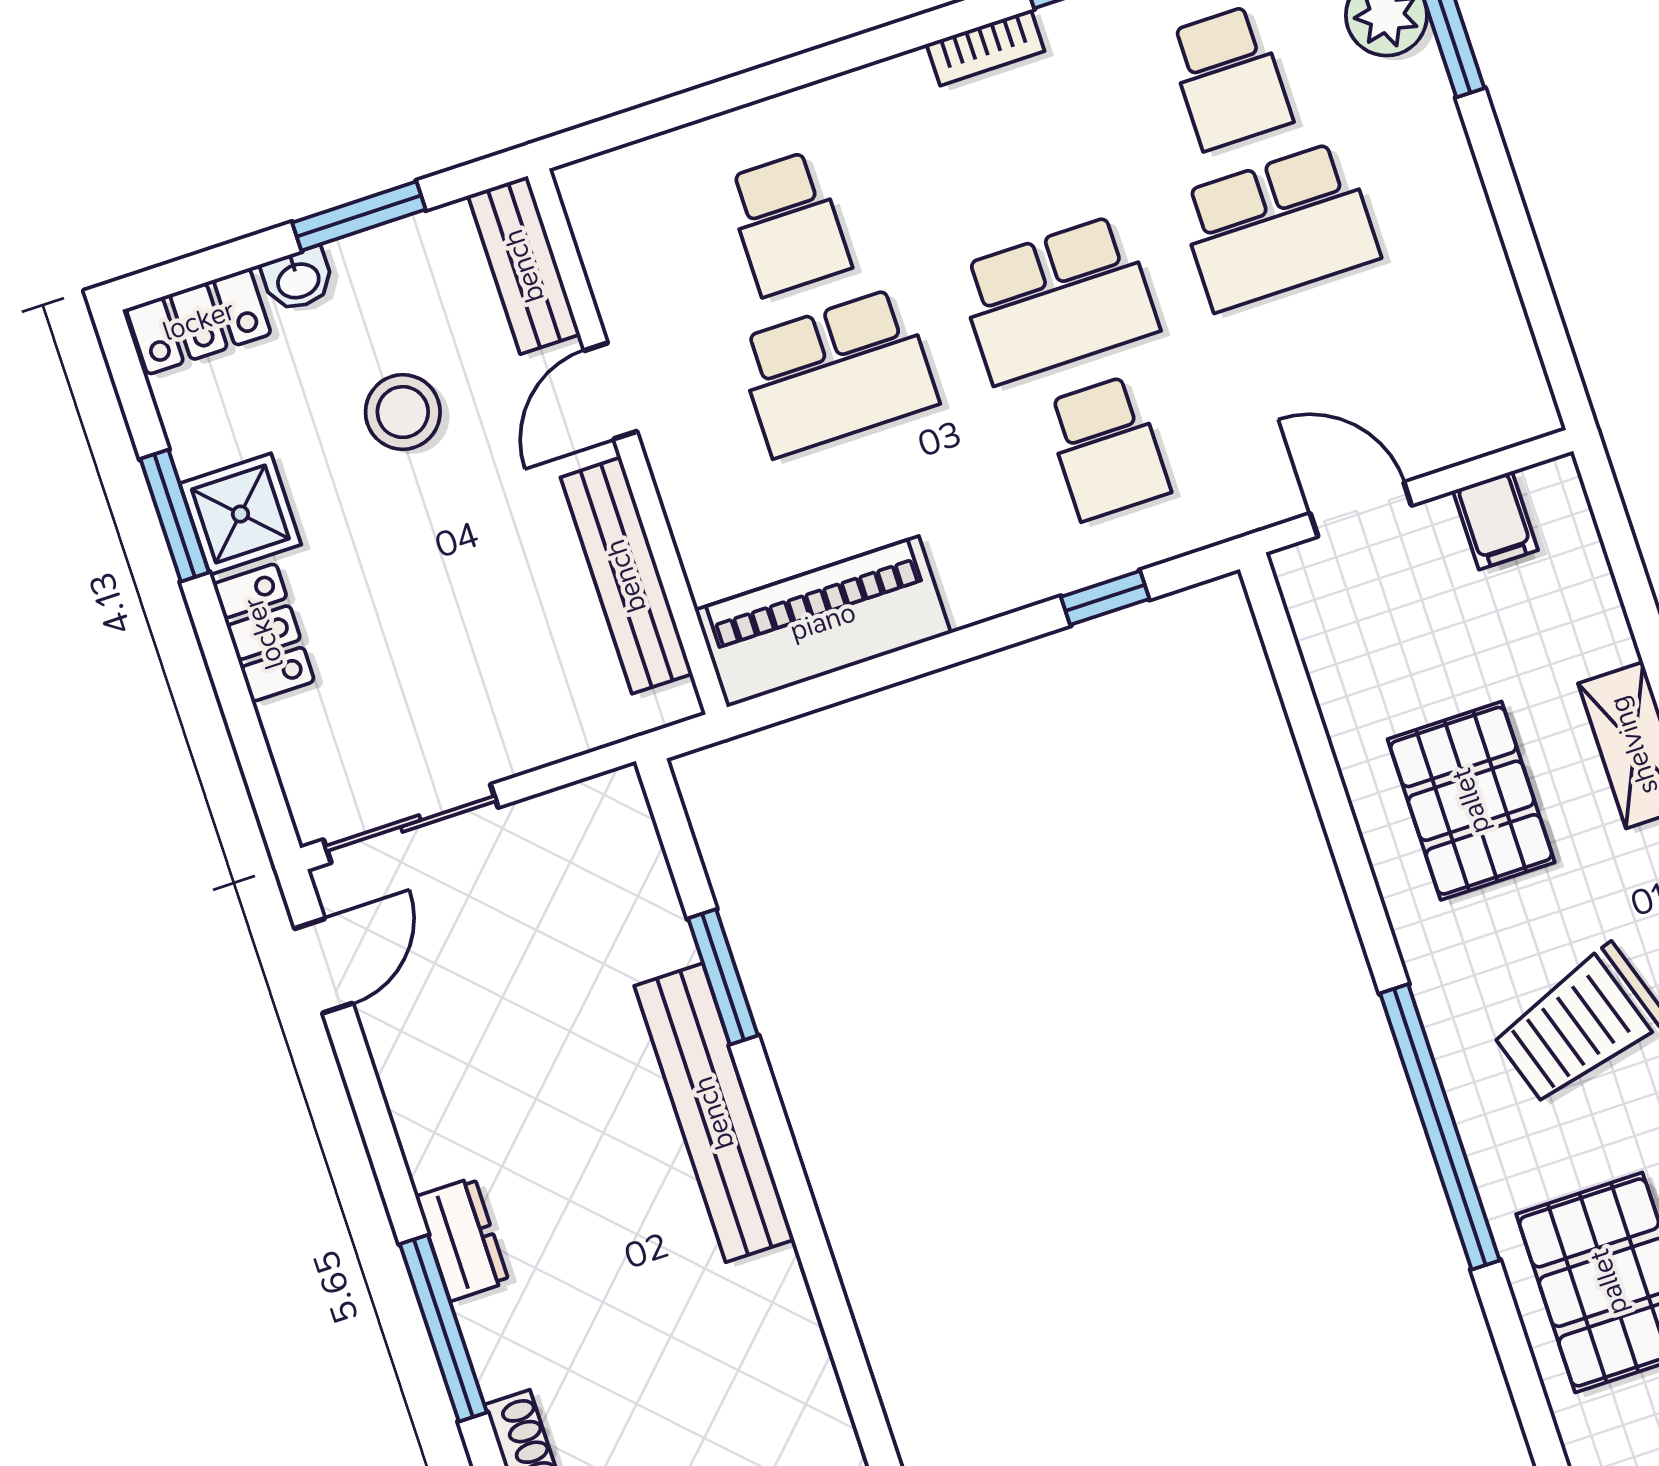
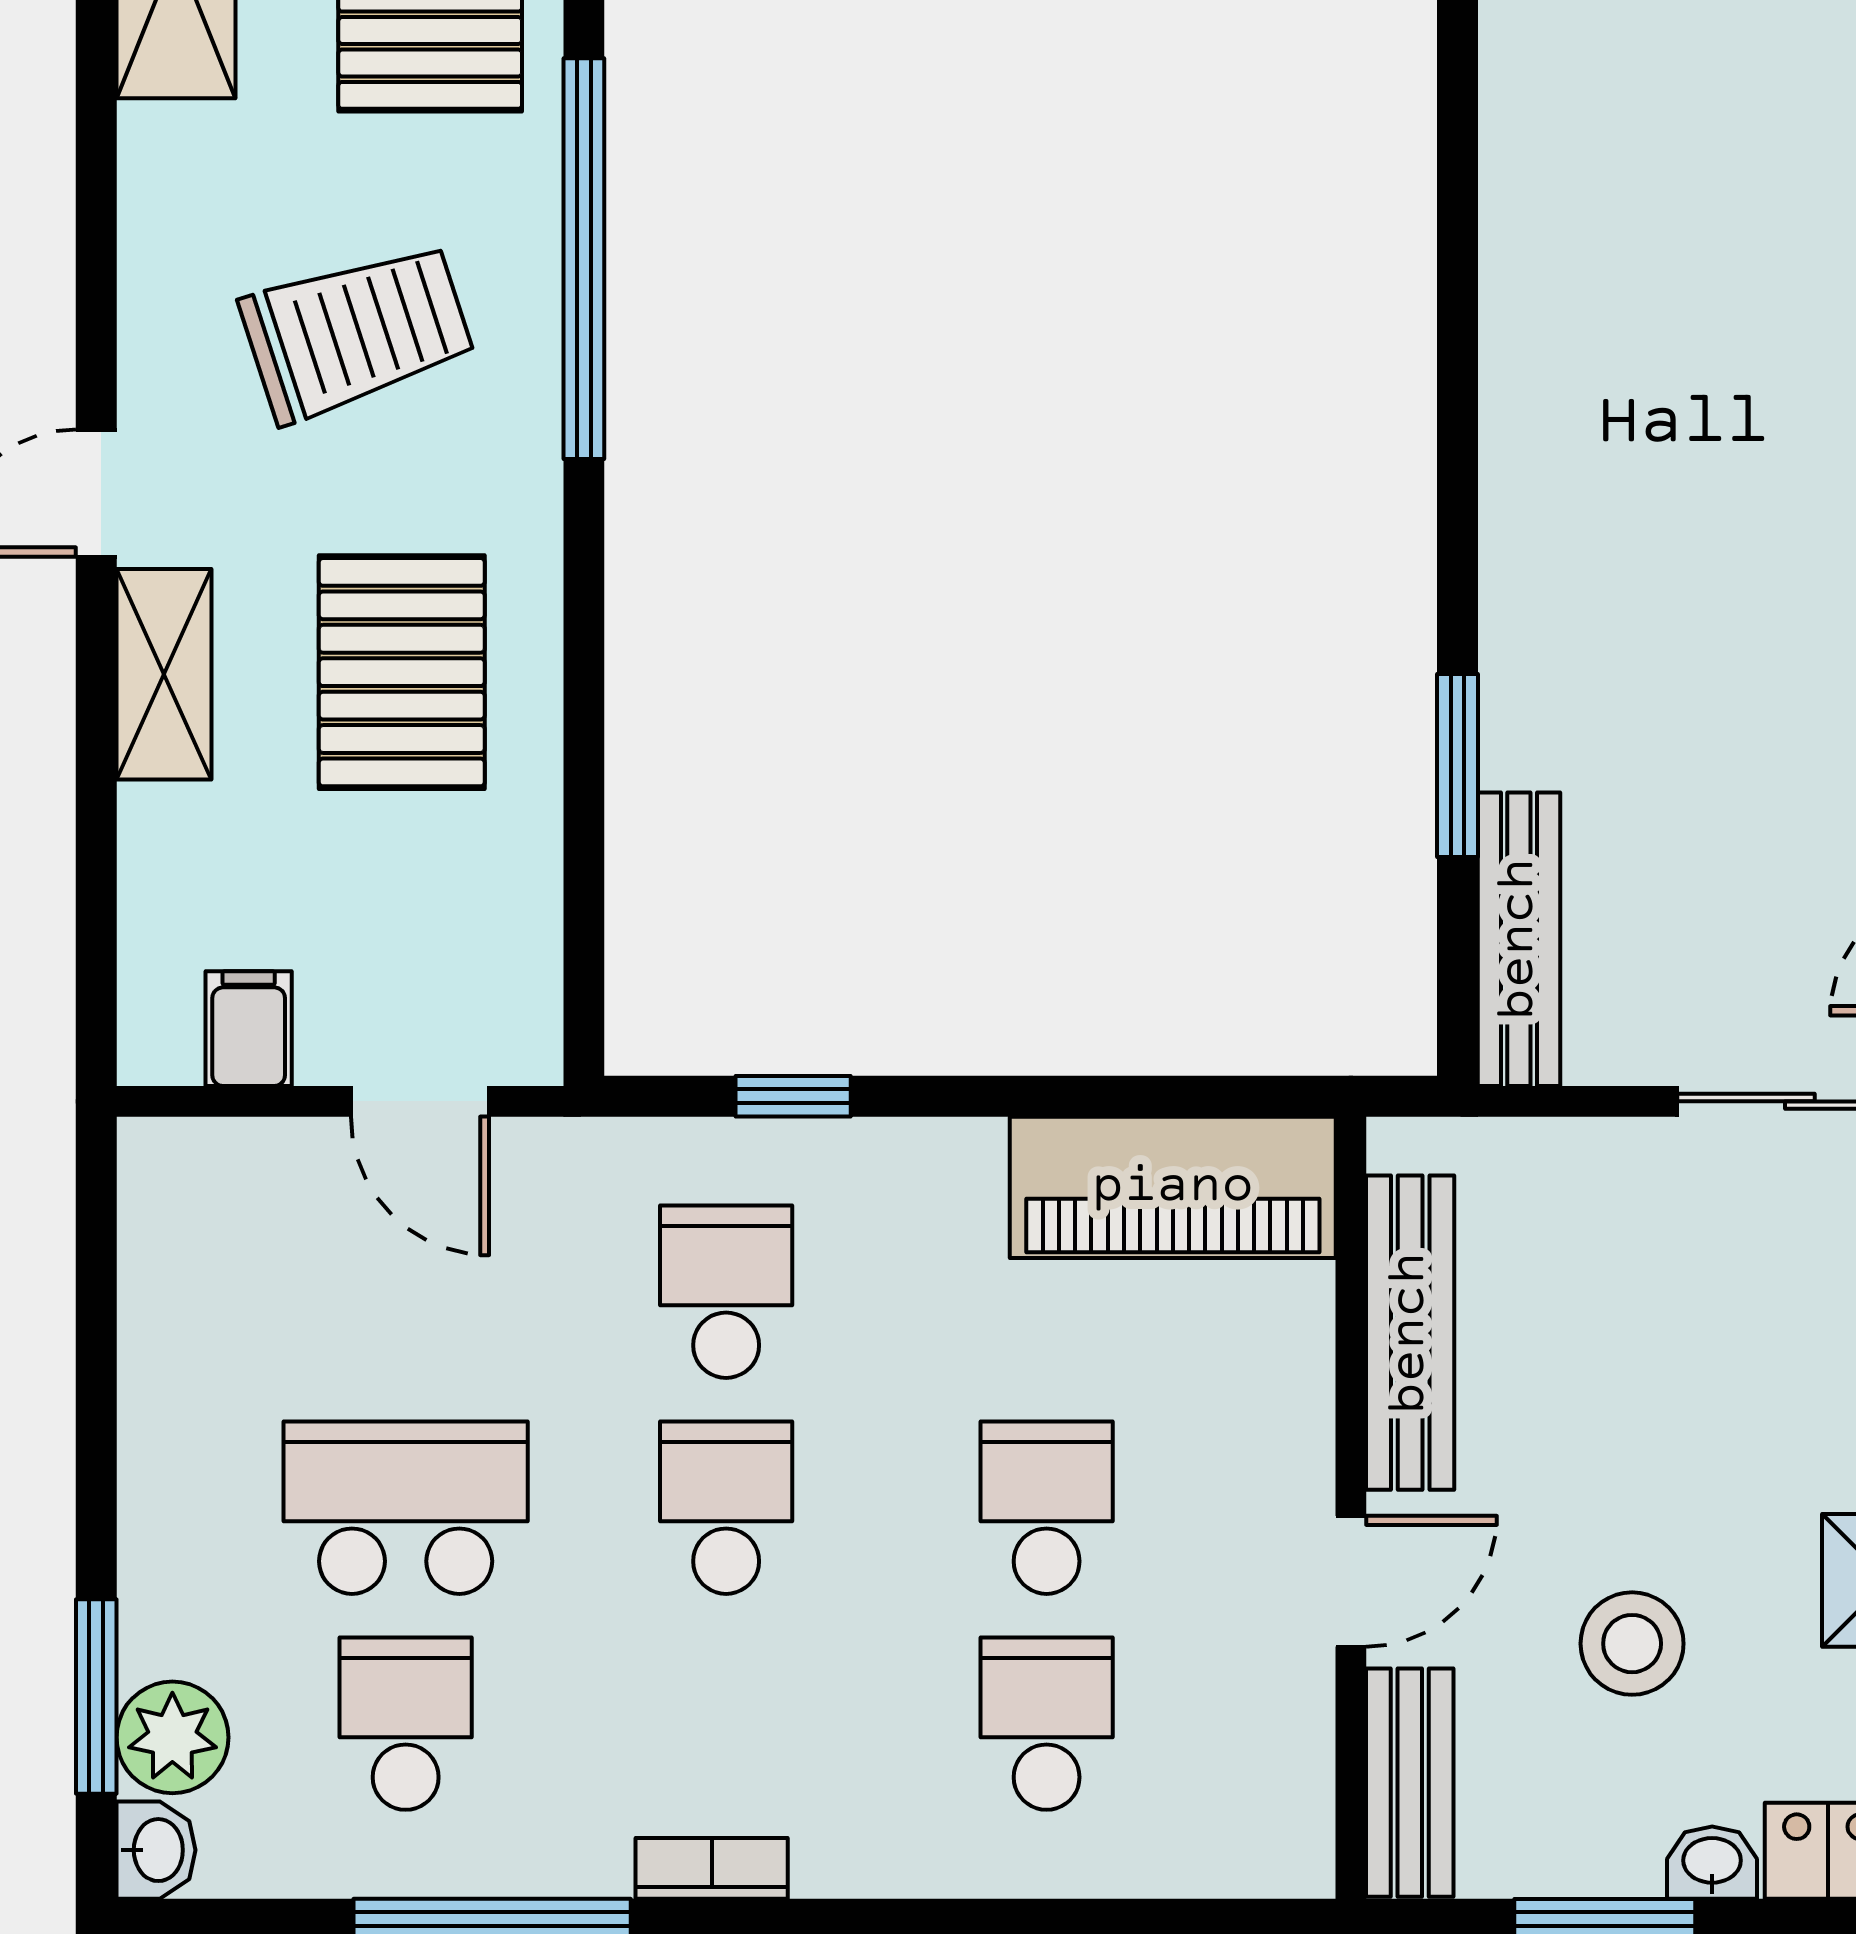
school desk: (1058, 299) -> (726, 1508), width x0.54
school desk: (837, 372) -> (1047, 1508), width x0.54
bench: (714, 1113) -> (1519, 939), moved, width x0.73, depth x0.82

